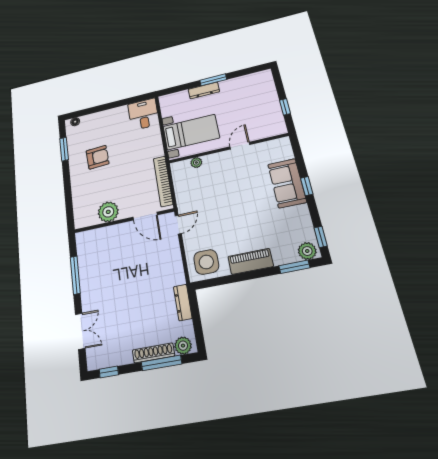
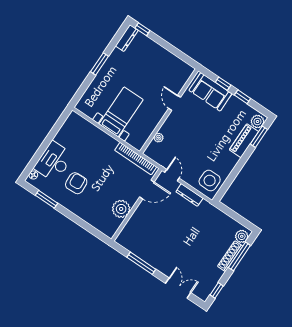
dresser: (204, 91) -> (127, 38), moved
window: (285, 107) -> (142, 29), moved
desk: (143, 114) -> (54, 162), moved, width x1.37
door: (240, 146) -> (175, 103), moved
wall: (228, 148) -> (169, 111), moved
plant: (196, 163) -> (158, 138), moved
window: (321, 237) -> (242, 97), moved
piano: (251, 261) -> (244, 141), moved
dresser: (183, 302) -> (189, 195), moved

